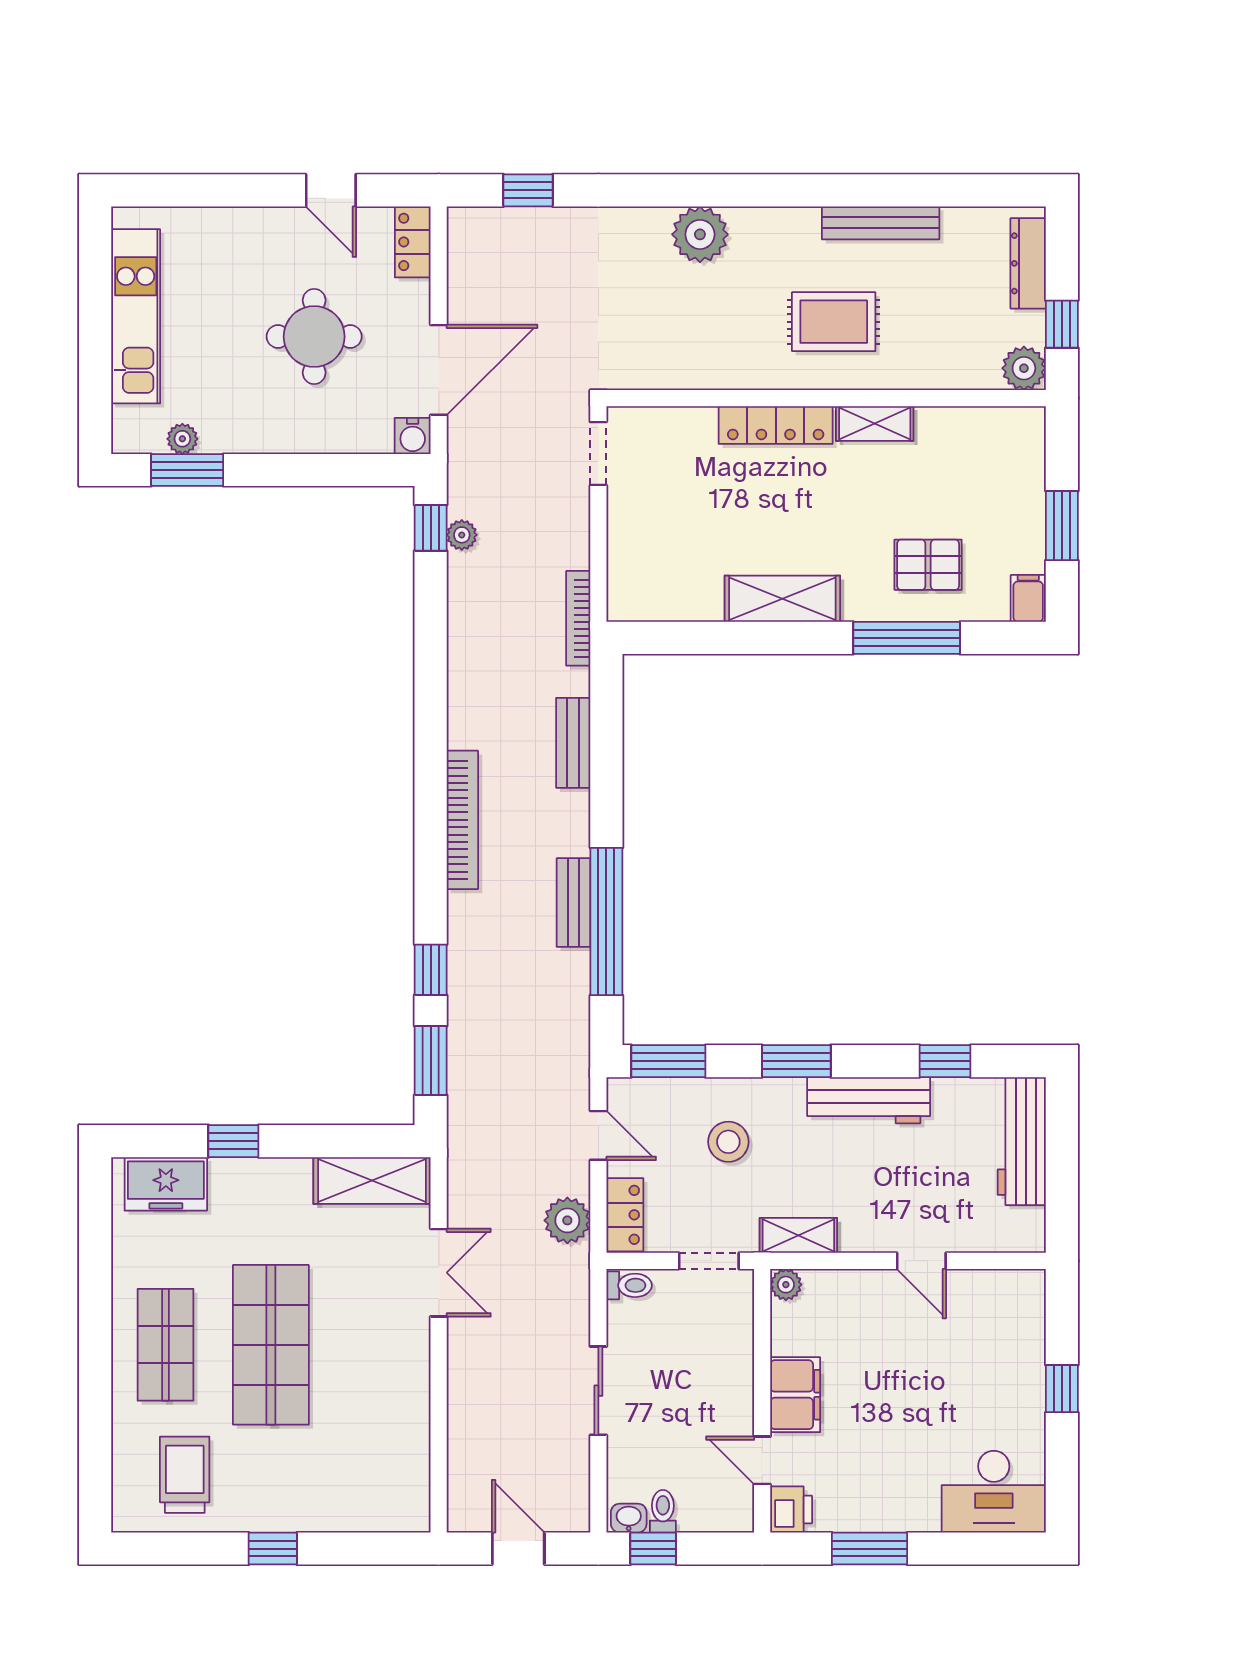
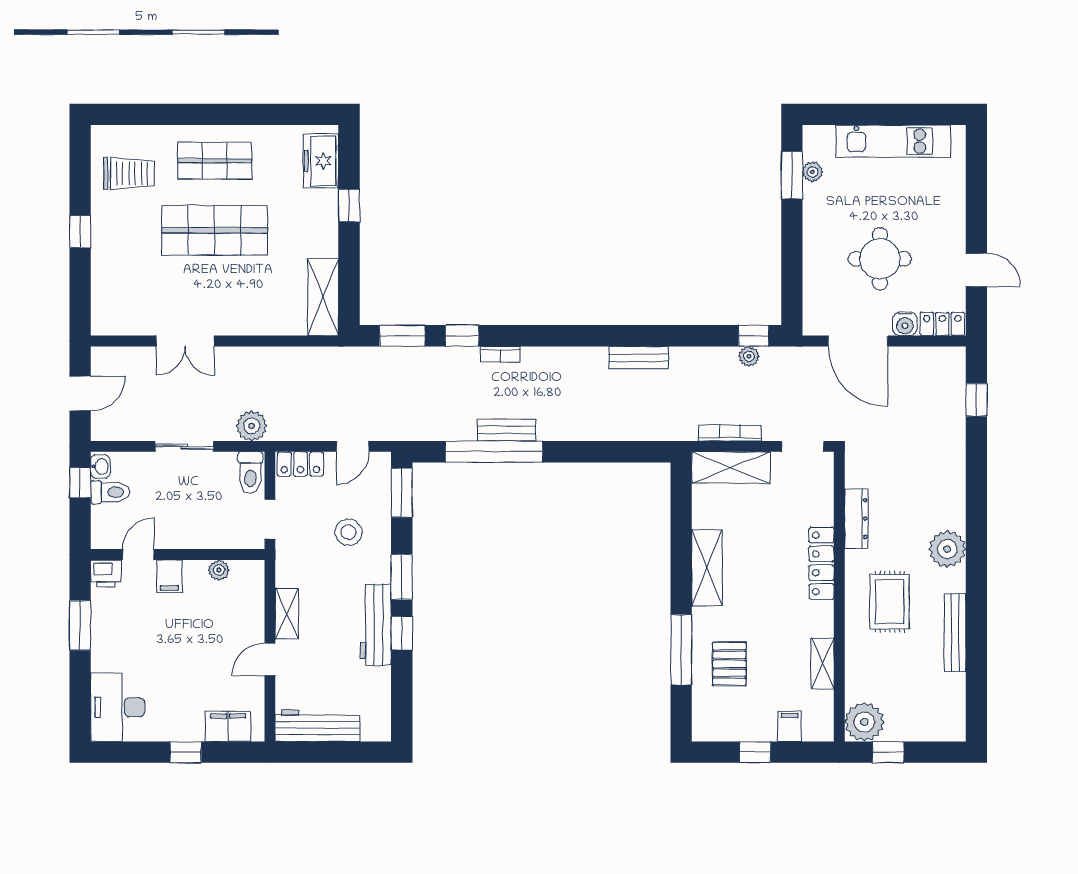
door: (331, 190) -> (976, 270), swing flipped
plant: (700, 234) -> (947, 549), moved
dresser: (1028, 263) -> (856, 519), moved, turned 90
plant: (1024, 368) -> (864, 722), width x1.36, depth x1.36
shelving: (875, 424) -> (823, 663), moved
water cooler: (413, 436) -> (905, 324), moved, turned -90
window: (1062, 526) -> (755, 752), width x0.67
shelving: (630, 562) -> (731, 467), added
filing cabinet: (1028, 598) -> (790, 726), moved, turned -90
bookcase: (578, 618) -> (730, 433), moved
bench: (573, 743) -> (638, 358), moved
bookcase: (462, 820) -> (500, 354), moved, width x0.43, depth x0.76
window: (945, 1061) -> (402, 633), moved
workbench: (1022, 1141) -> (317, 726), moved
plant: (567, 1220) -> (252, 426), moved
shelving: (798, 1235) -> (287, 614), moved
double door: (439, 1273) -> (185, 341), moved
toilet: (629, 1285) -> (250, 472), width x1.37, depth x1.39
plant: (786, 1285) -> (219, 570), moved
filing cabinet: (1023, 1324) -> (228, 726), added
filing cabinet: (795, 1395) -> (169, 576), width x0.50
toilet: (663, 1511) -> (110, 492), width x1.37, depth x1.39

